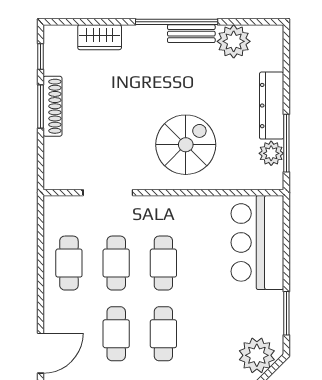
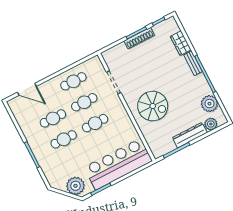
bench: (191, 34) -> (193, 63), moved
plant: (271, 153) -> (211, 124), moved
bar counter: (257, 242) -> (118, 164), width x1.36

